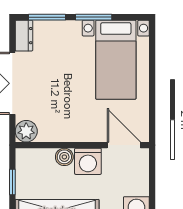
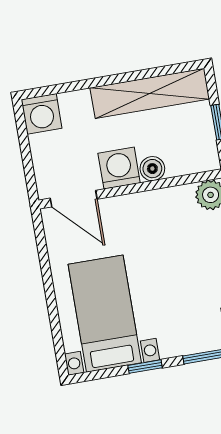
window: (94, 17) -> (145, 367), width x0.67

